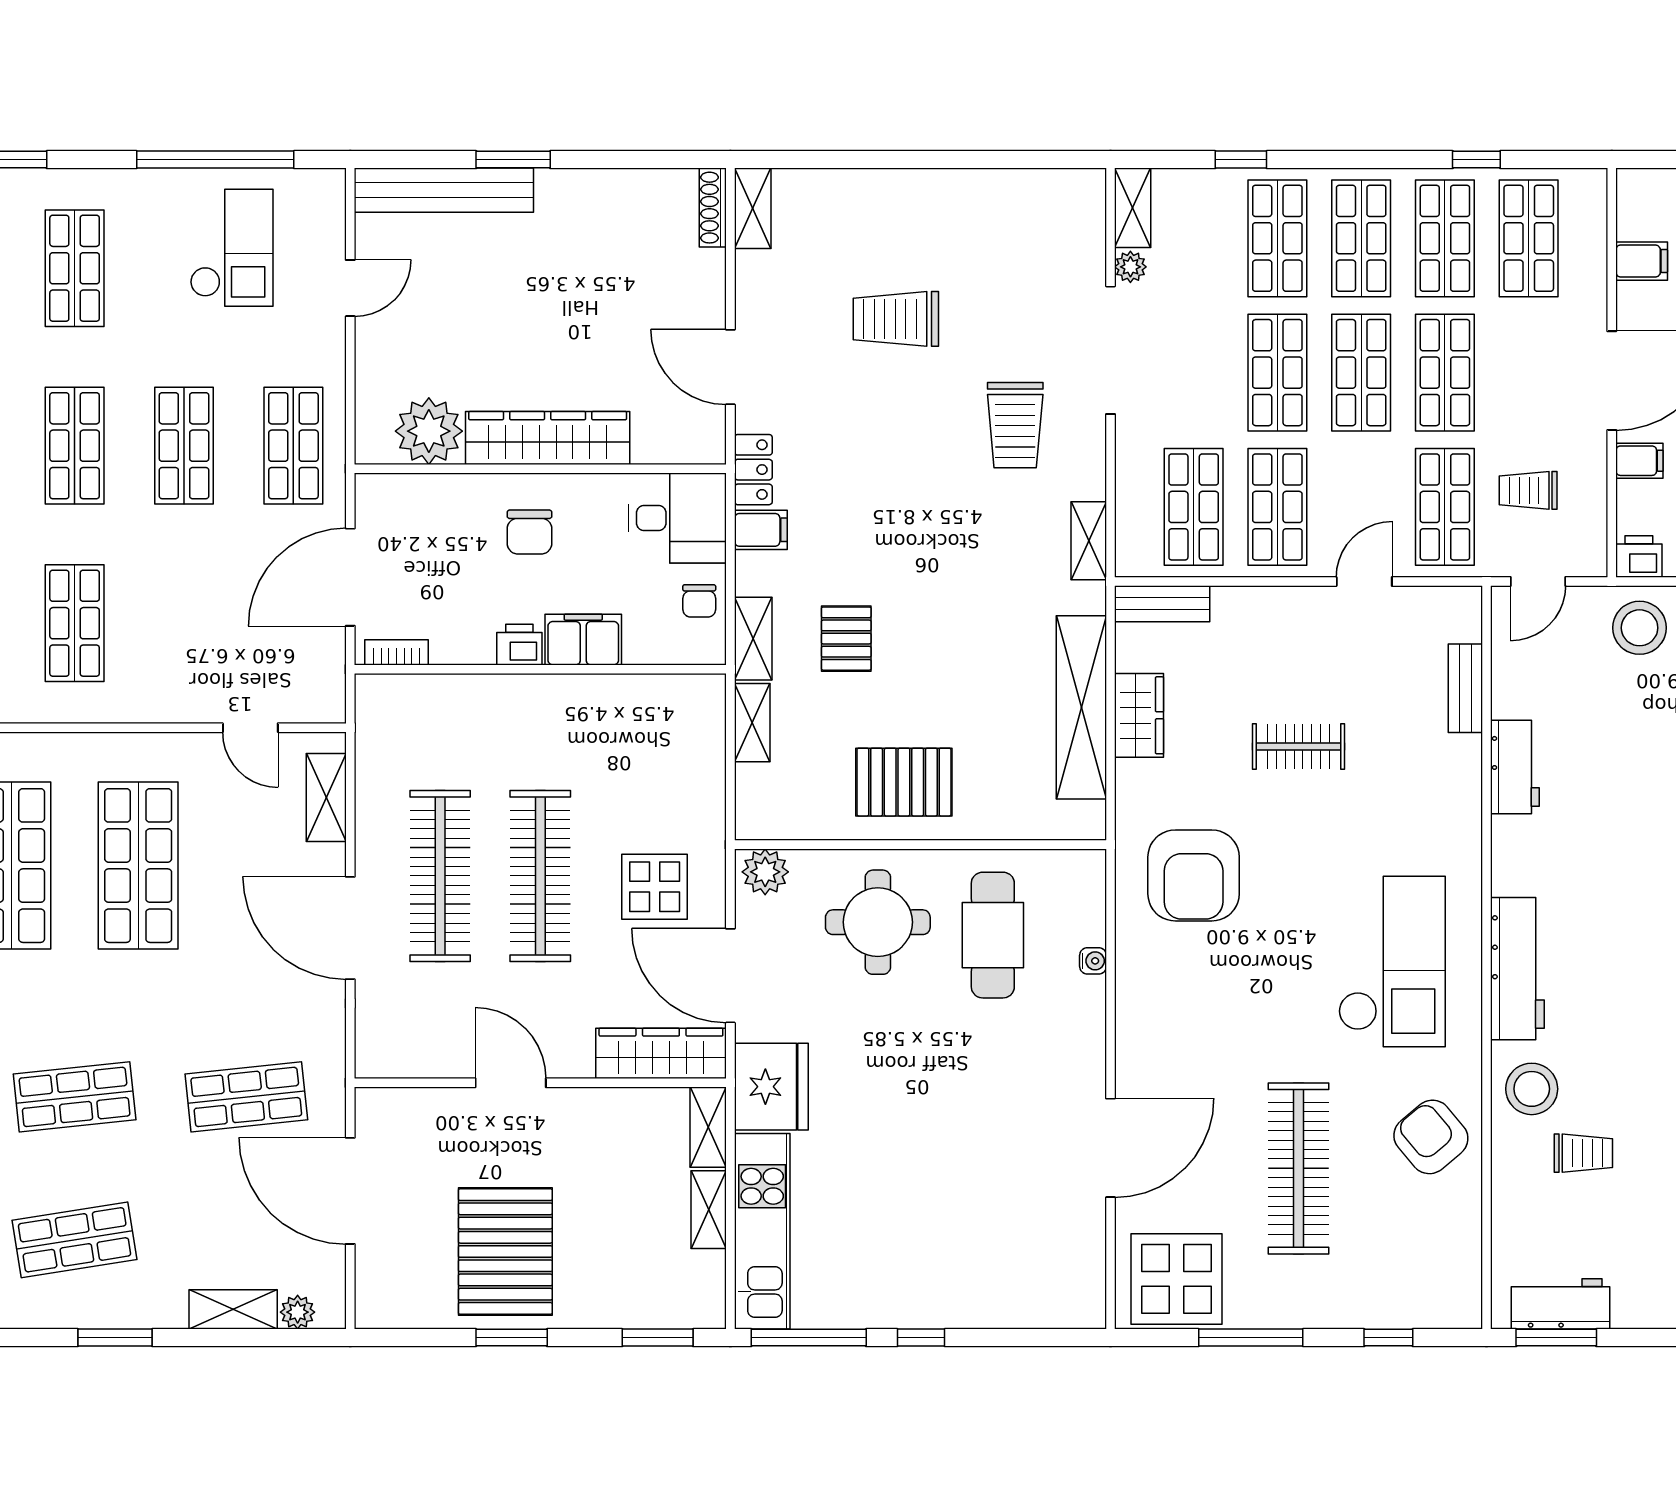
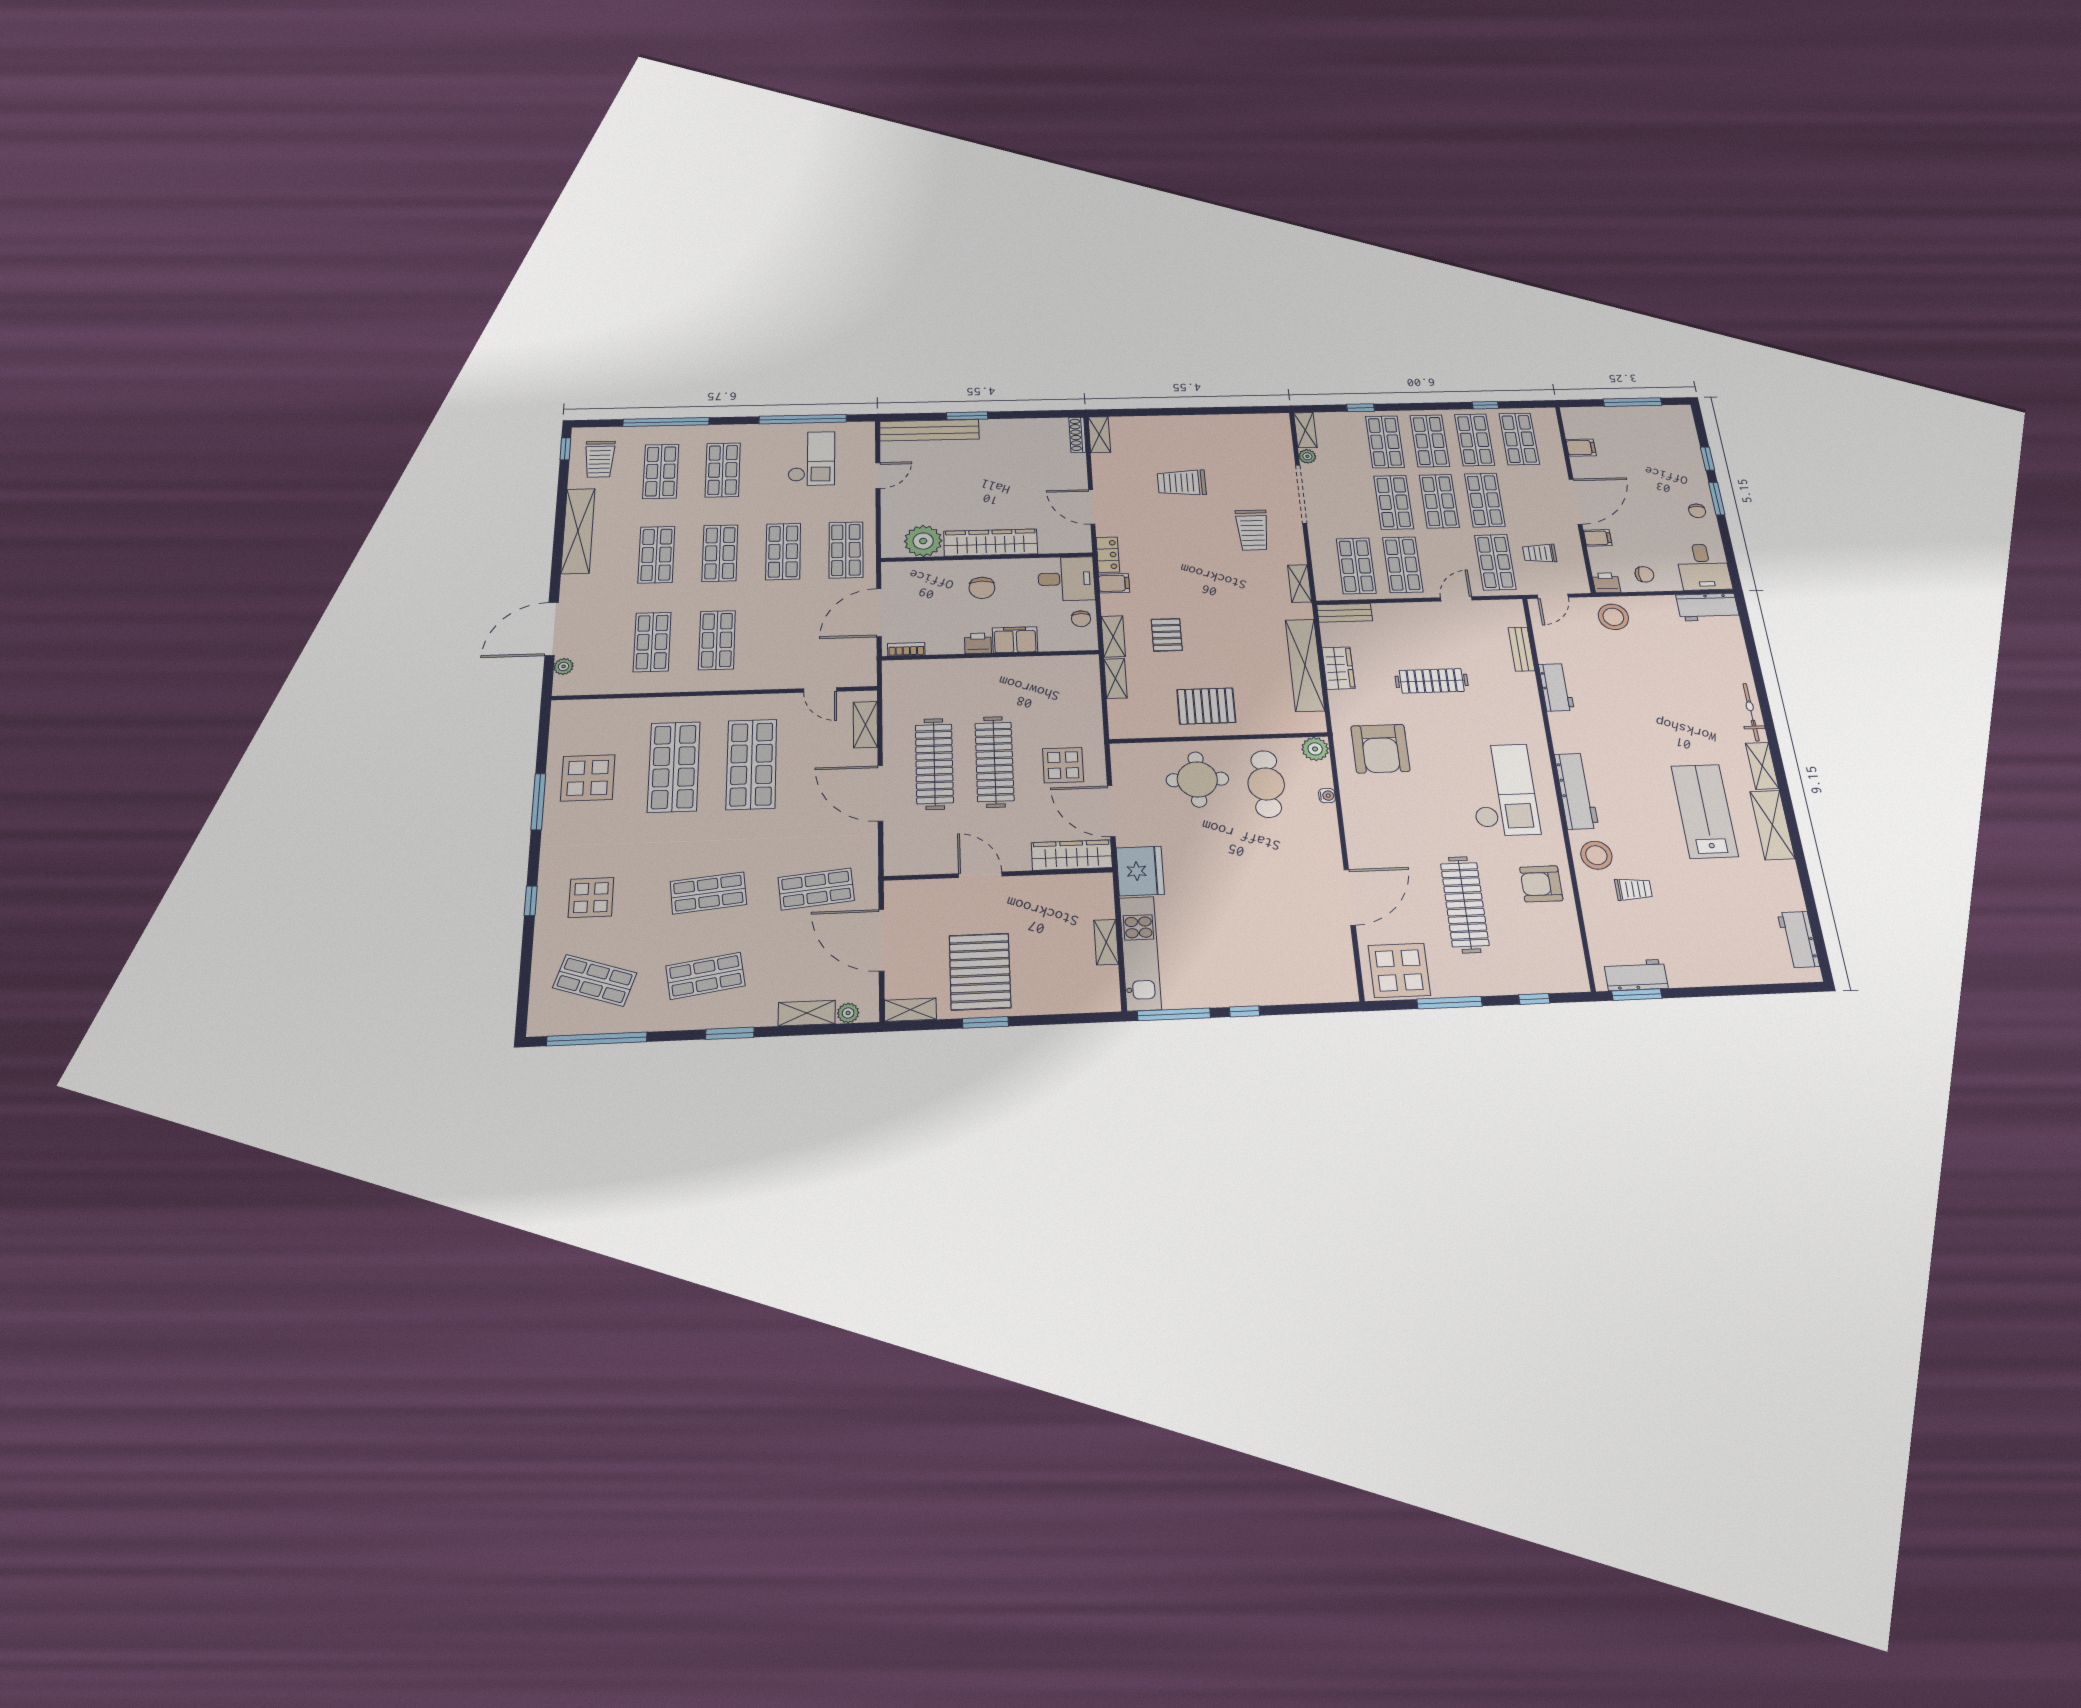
clothes rail: (1299, 746) -> (1432, 681), width x1.36
plant: (765, 872) -> (1315, 749), moved
shelving: (708, 1127) -> (910, 1010), moved, turned 90
armchair: (1431, 1137) -> (1541, 884), turned -50
window: (658, 1338) -> (1078, 1018), removed

